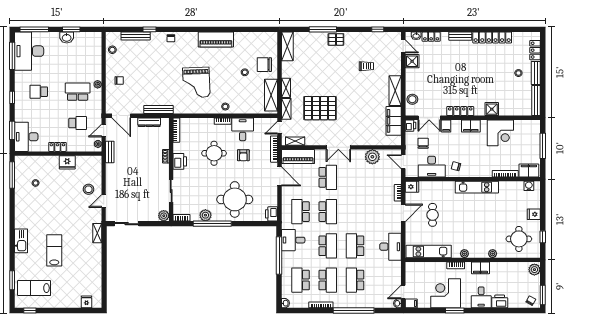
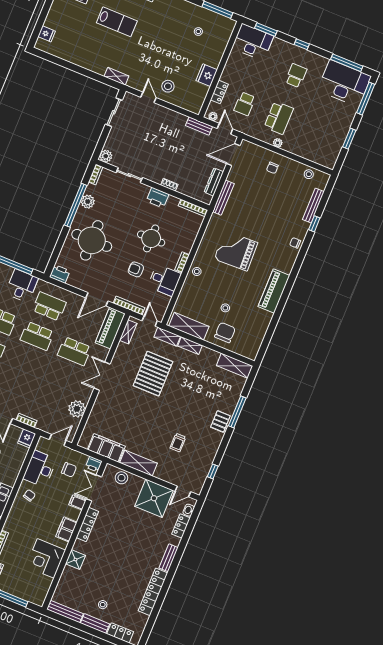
washbasin: (67, 38) -> (342, 130), removed
shower: (412, 61) -> (154, 498), width x1.86, depth x1.86
locker: (57, 147) -> (219, 92), moved

